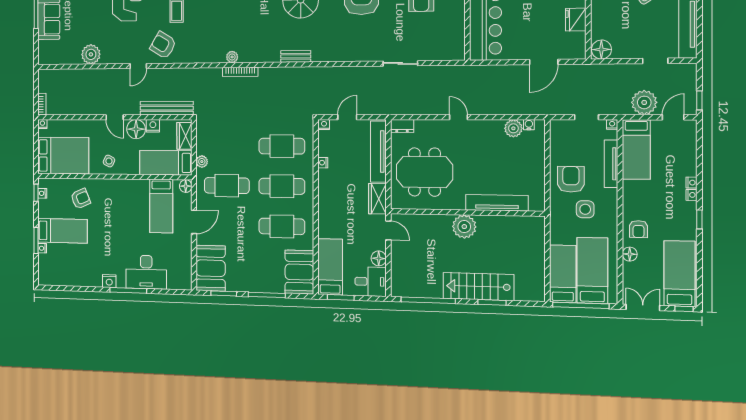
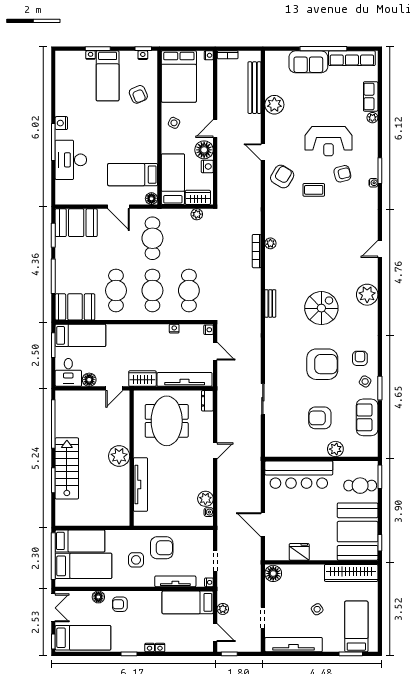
plant: (644, 102) -> (223, 609), width x0.53, depth x0.53
bench: (167, 108) -> (255, 88), moved
plant: (202, 162) -> (197, 214), moved

